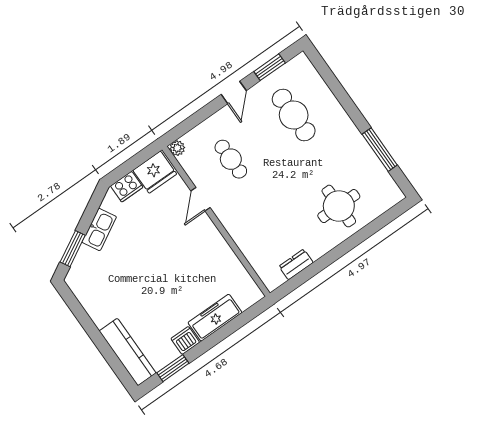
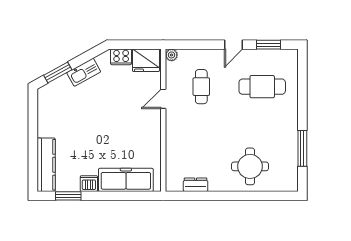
cafe table: (294, 115) -> (262, 87), turned 90
freezer: (215, 318) -> (126, 180), width x1.36, depth x1.26

